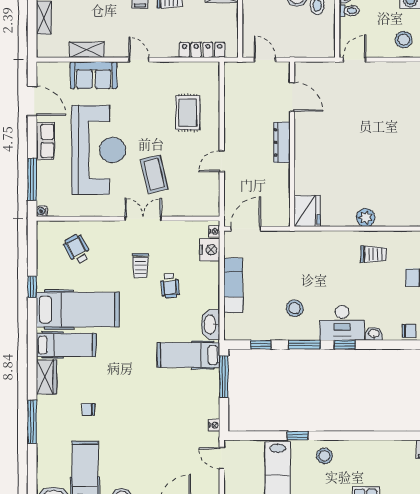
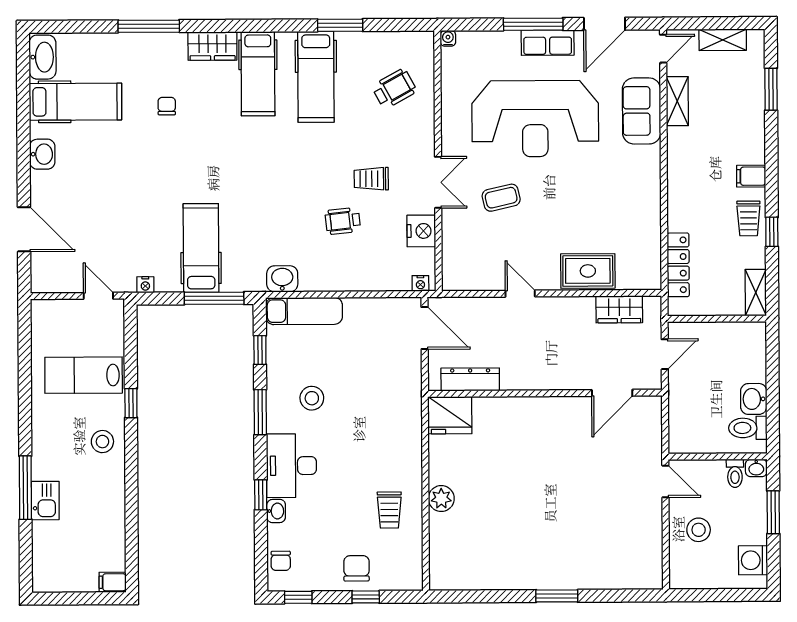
stool: (404, 40) -> (699, 530), moved
door: (139, 60) -> (663, 49), moved
wardrobe: (233, 92) -> (619, 309), added
rug: (188, 113) -> (588, 271), moved
dresser: (282, 142) -> (470, 379), moved
coffee table: (154, 174) -> (501, 198), width x0.73, depth x0.77
window: (32, 179) -> (533, 24), moved
nightstand: (210, 250) -> (421, 231), moved, turned -90
exam couch: (233, 285) -> (304, 311), moved
window: (32, 287) -> (340, 25), width x1.50
hospital bed: (78, 310) -> (316, 77), width x0.73, depth x0.78
washbasin: (210, 325) -> (282, 279), width x0.72
window: (345, 345) -> (261, 495), moved
hospital bed: (188, 355) -> (201, 248), moved
door: (222, 458) -> (98, 296), hinge flipped

